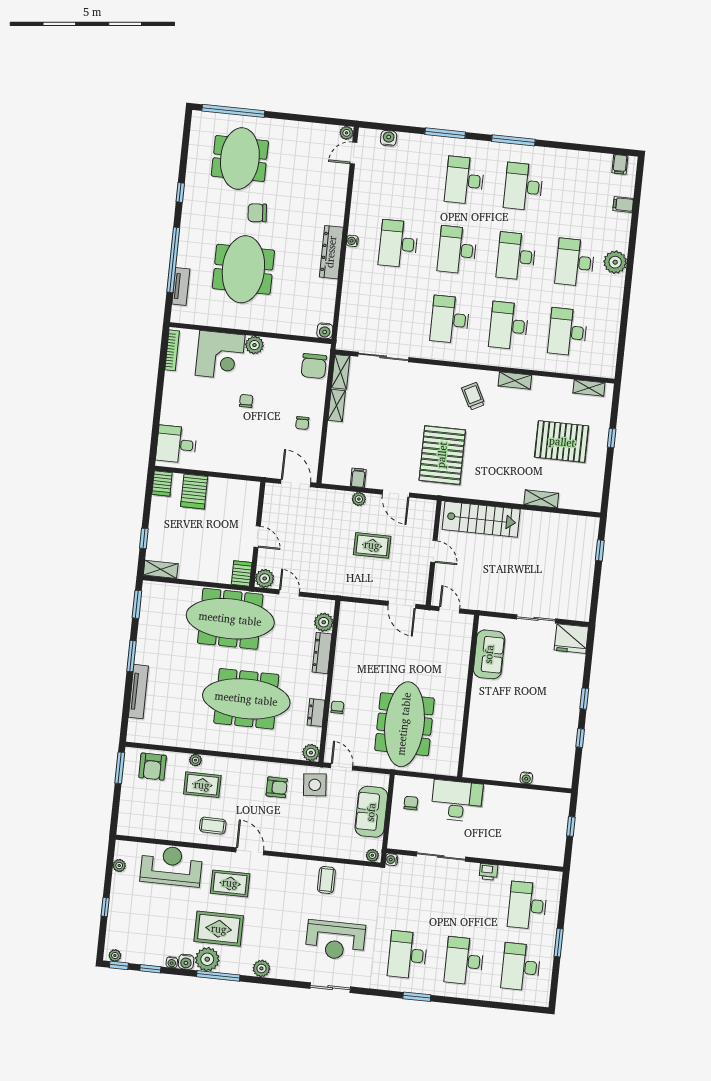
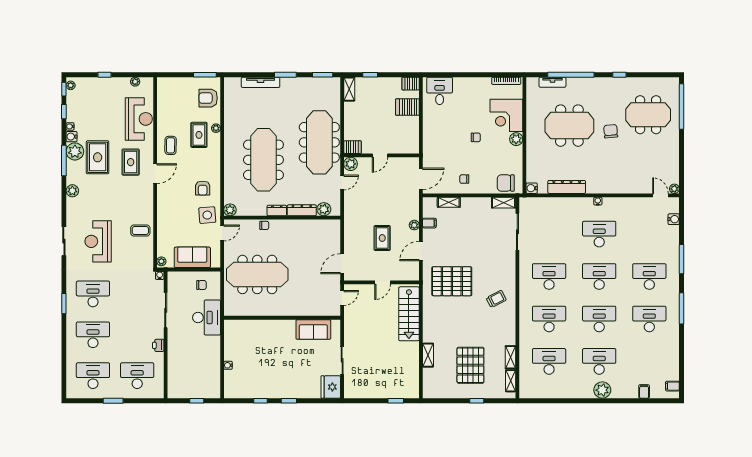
dresser: (331, 252) -> (567, 187), moved
shelving: (515, 381) -> (510, 357), moved
shelving: (337, 406) -> (449, 202), moved
dresser: (316, 713) -> (277, 211), moved

